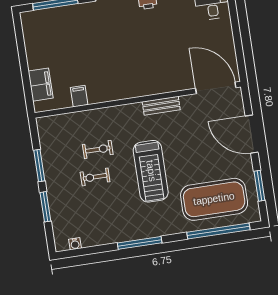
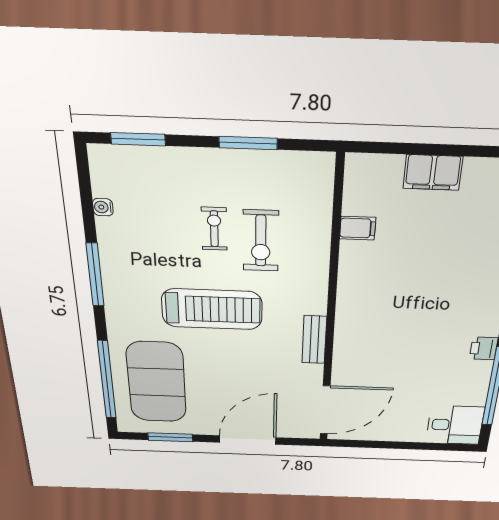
filing cabinet: (41, 85) -> (433, 172), moved
exercise bike: (98, 149) -> (261, 241), width x1.38, depth x1.39
treadmill: (151, 171) -> (212, 309), turned 180
window: (45, 207) -> (138, 139), moved
water cooler: (75, 244) -> (103, 207), moved

